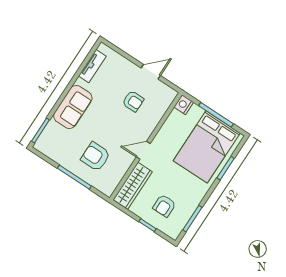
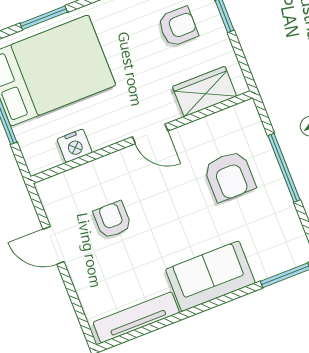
tv unit: (92, 66) -> (136, 317), width x1.41
nightstand: (184, 105) -> (75, 146), moved
wardrobe: (133, 186) -> (205, 91), width x0.67

